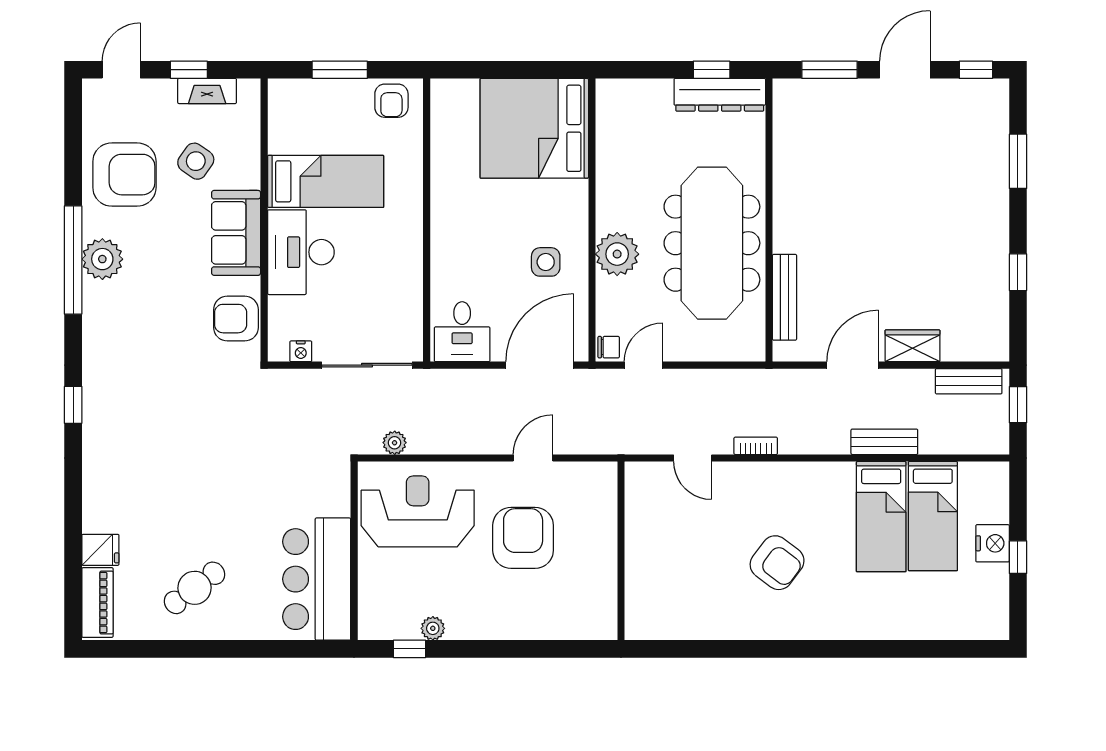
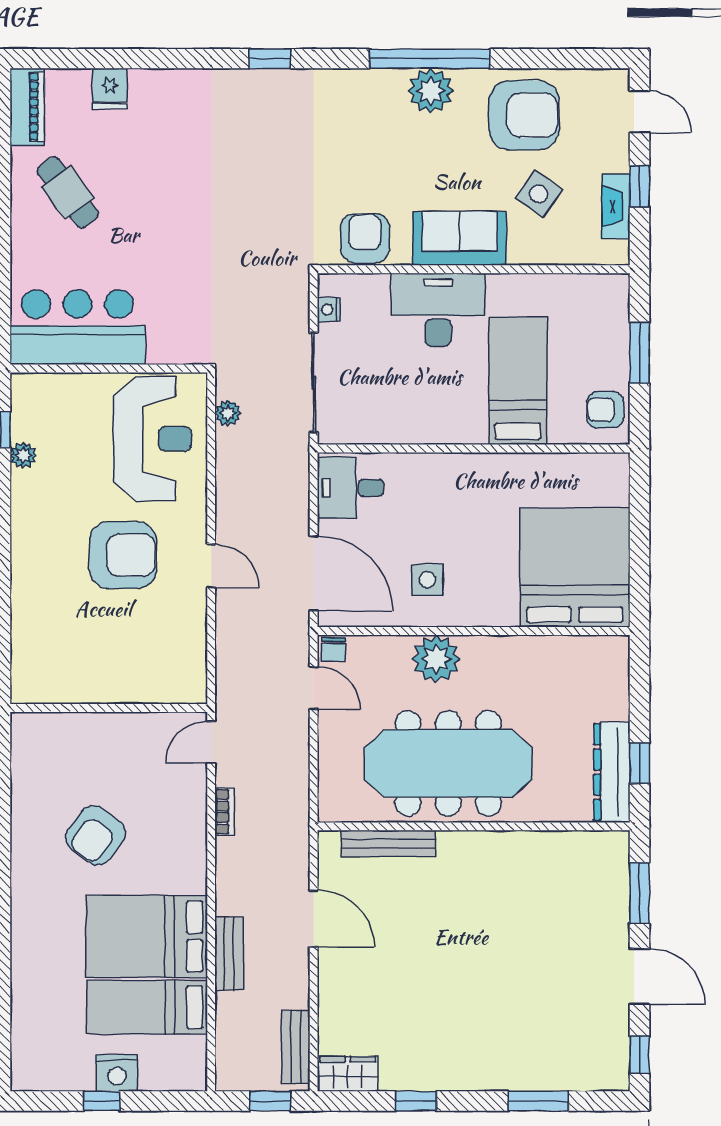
armchair: (124, 175) -> (524, 115), turned -90
bed: (326, 181) -> (518, 381), moved, turned 180
wardrobe: (912, 346) -> (348, 1074), moved, turned -90
bed: (881, 517) -> (147, 936), width x1.50
wall: (621, 551) -> (109, 708), moved
piano: (97, 603) -> (27, 107), moved, turned -90

